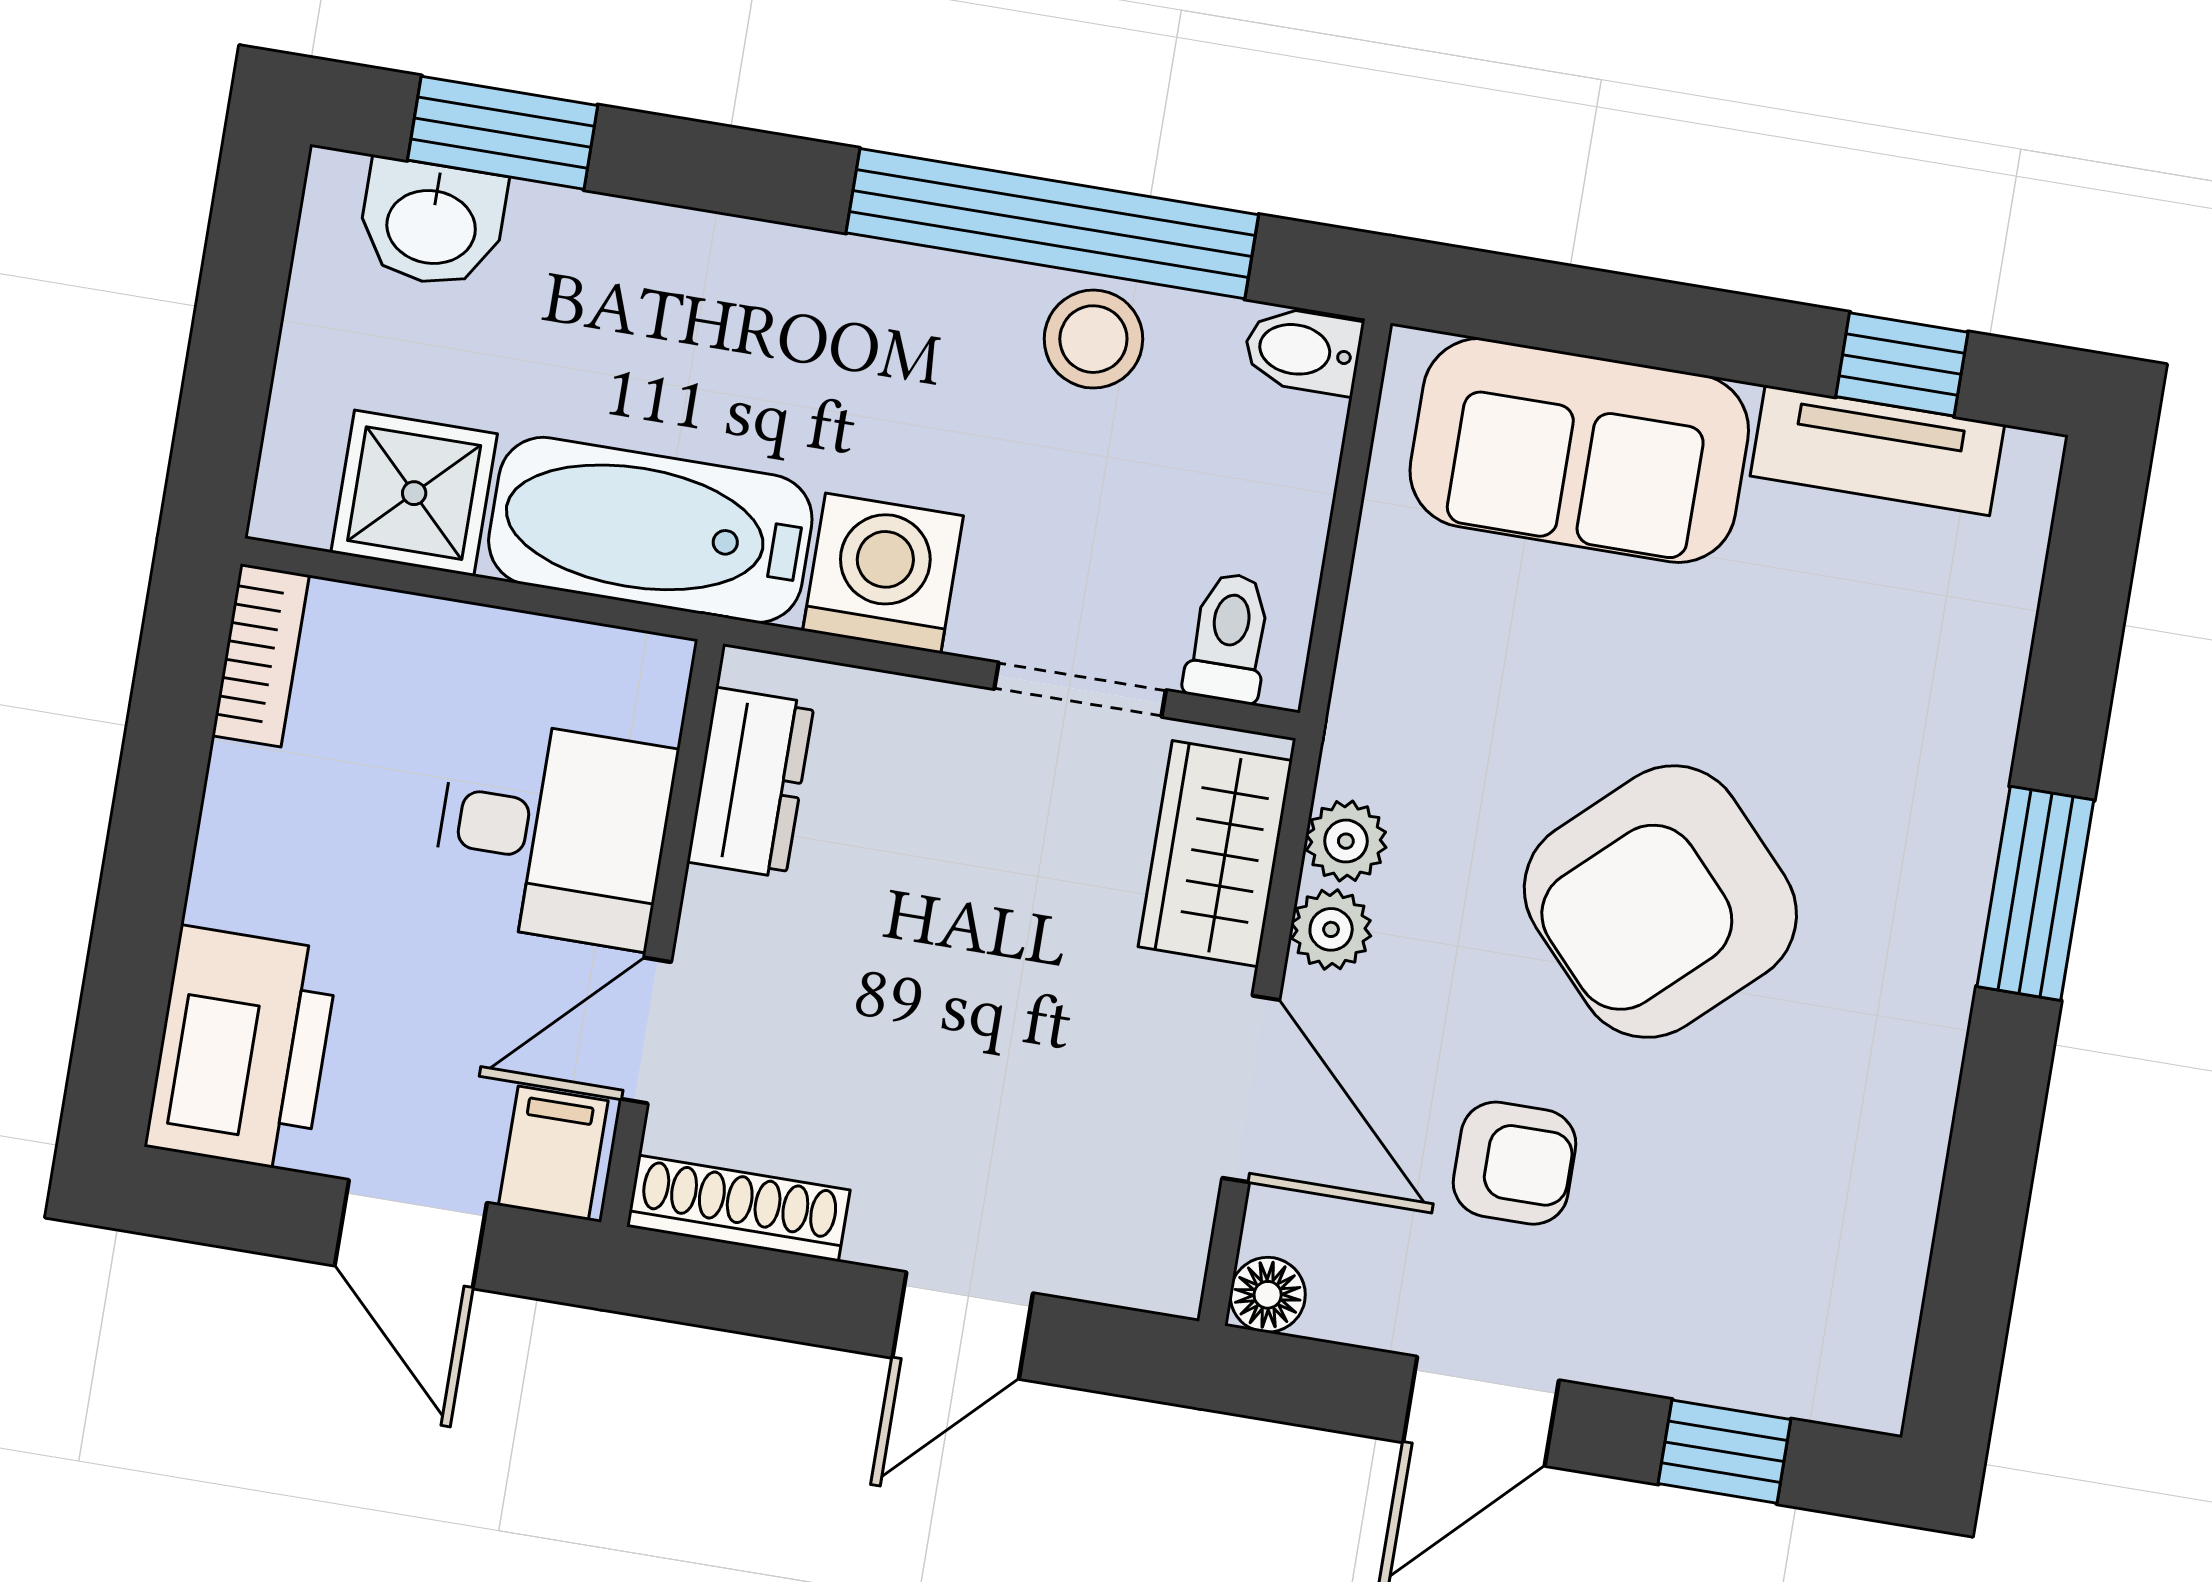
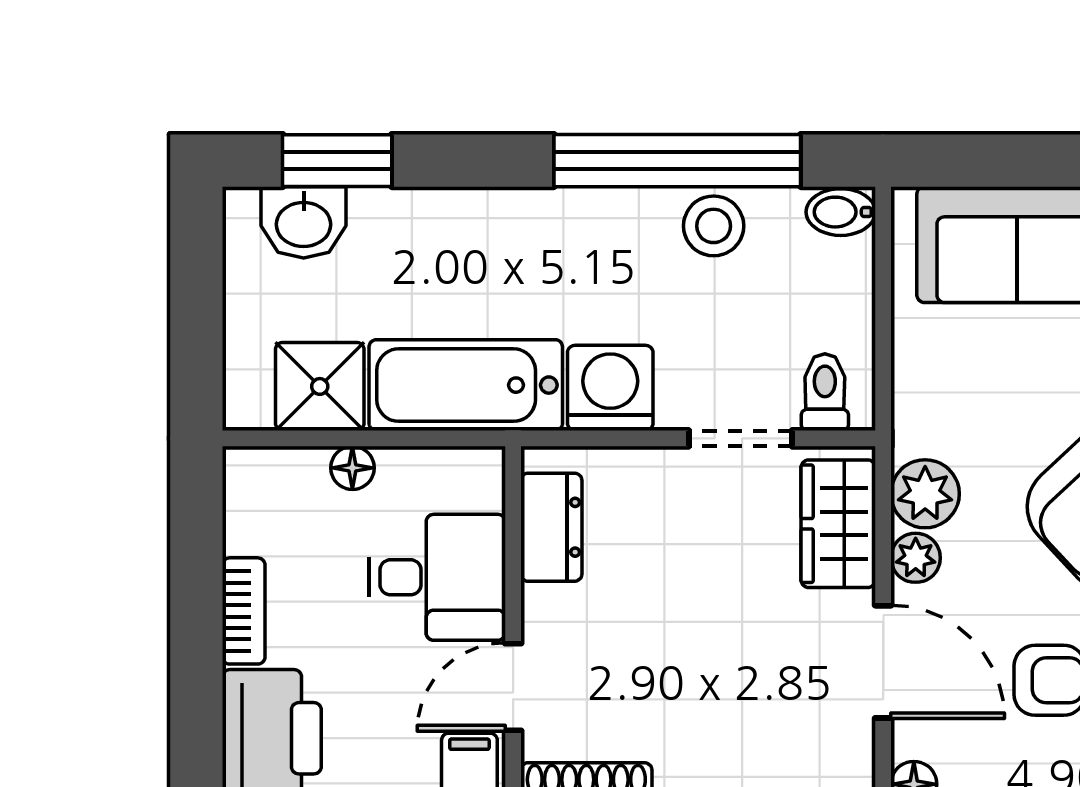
floor lamp: (445, 633) -> (352, 468), added
bookcase: (261, 655) -> (244, 611), moved
plant: (1346, 841) -> (925, 494), width x1.38, depth x1.38

